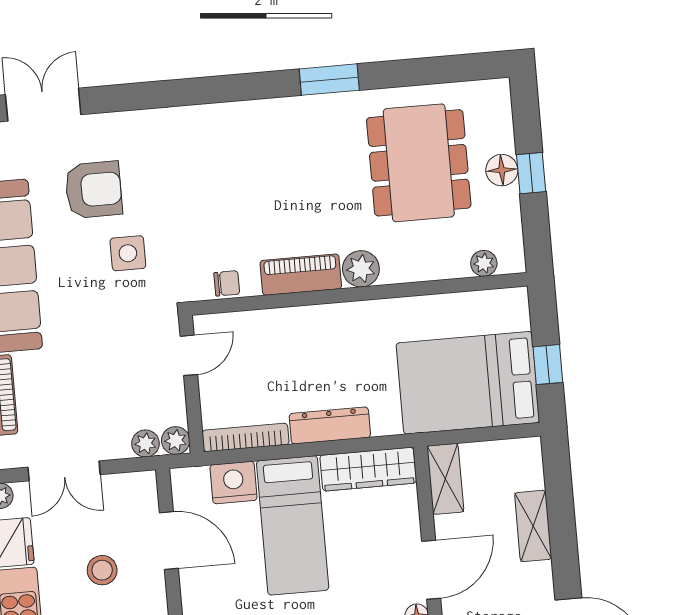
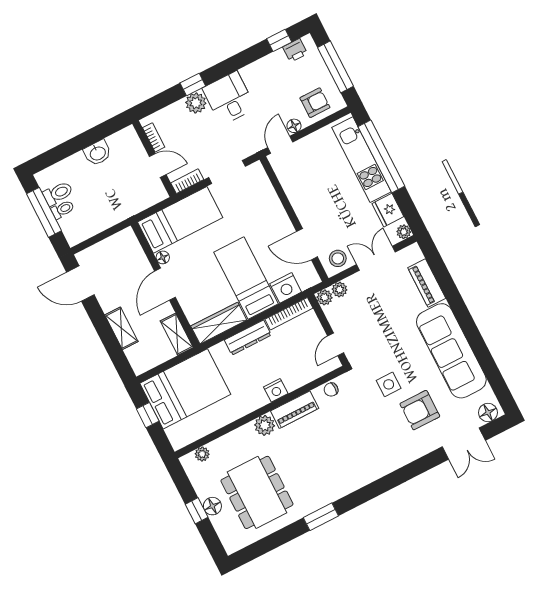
nightstand: (319, 319) -> (276, 390), added
stool: (102, 570) -> (338, 258), moved

